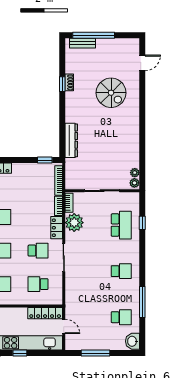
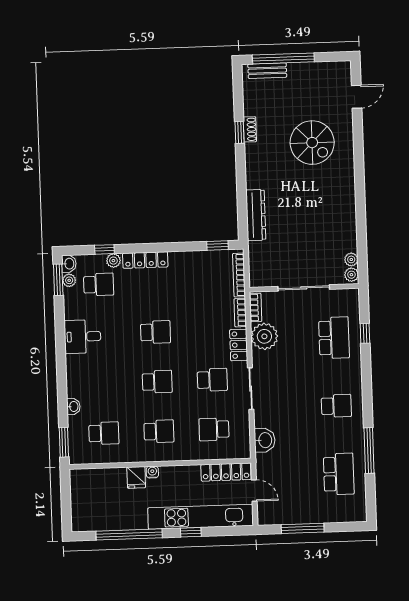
school desk: (121, 317) -> (339, 474), width x1.85
washbasin: (132, 341) -> (265, 440), moved, turned 180

